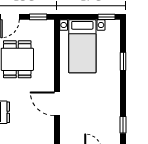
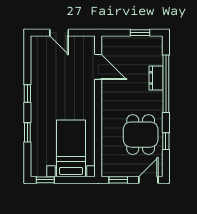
door: (57, 104) -> (98, 67), moved
window: (123, 125) -> (27, 93), moved

